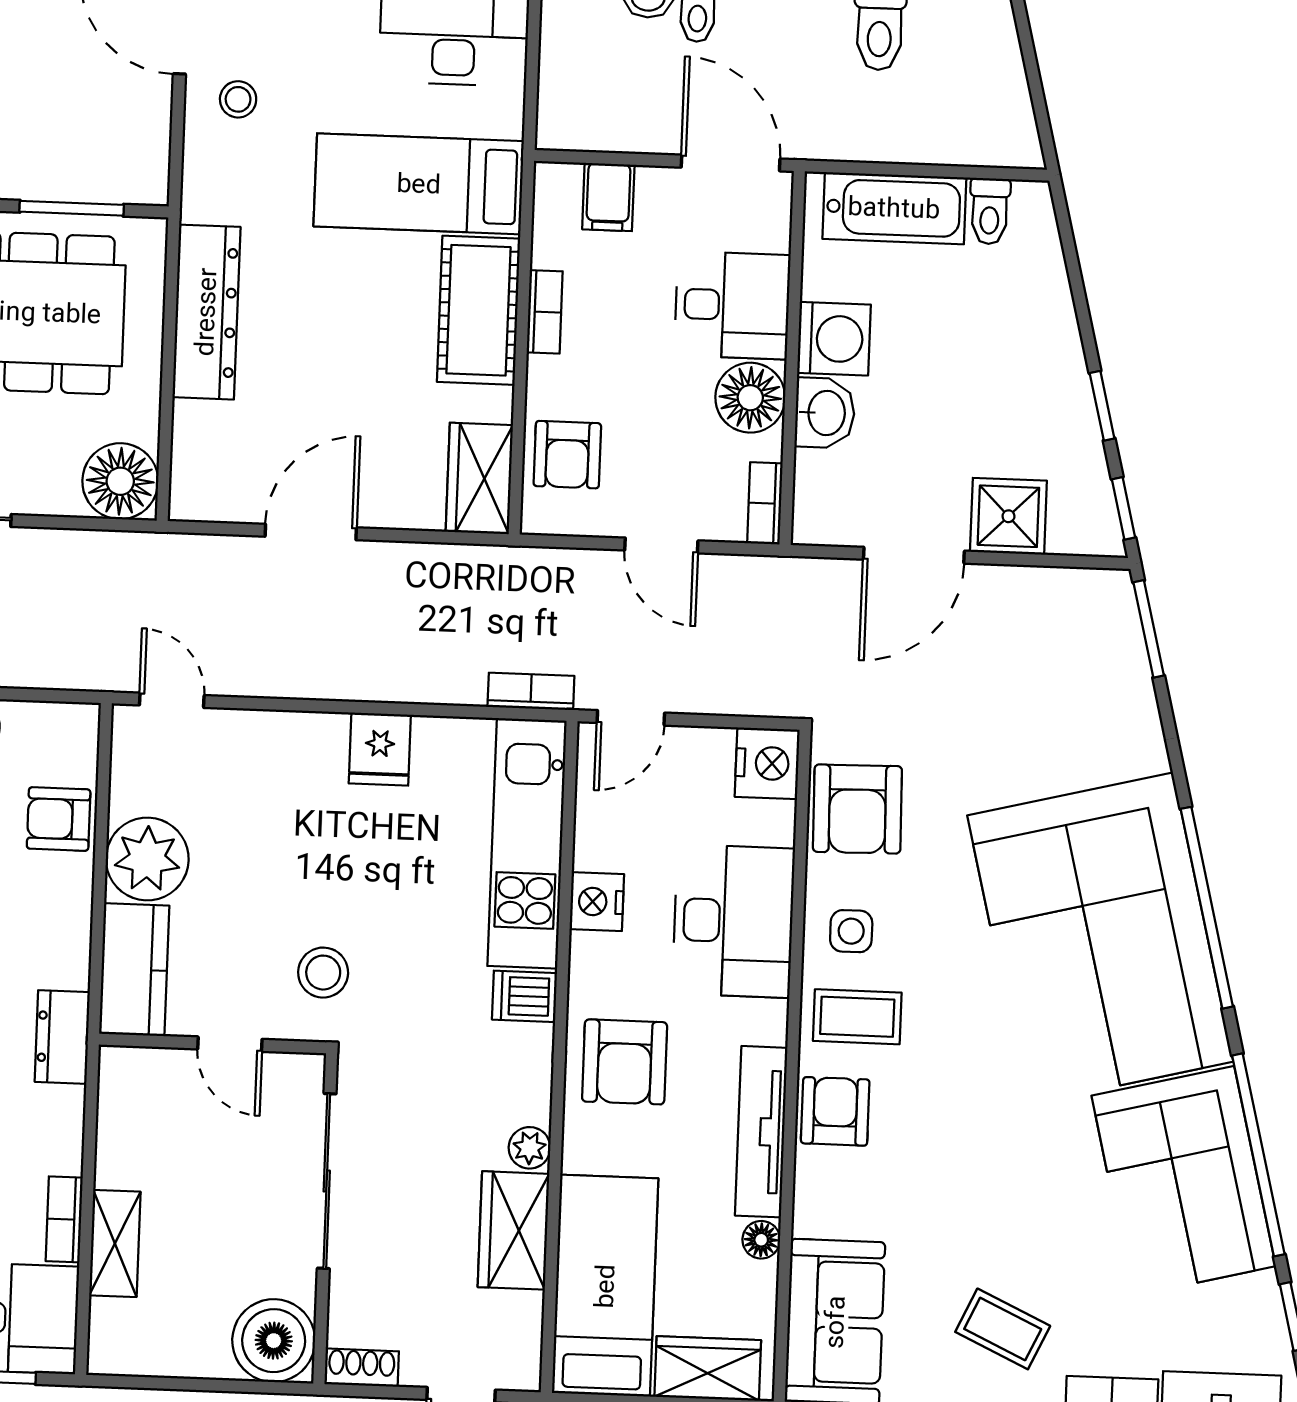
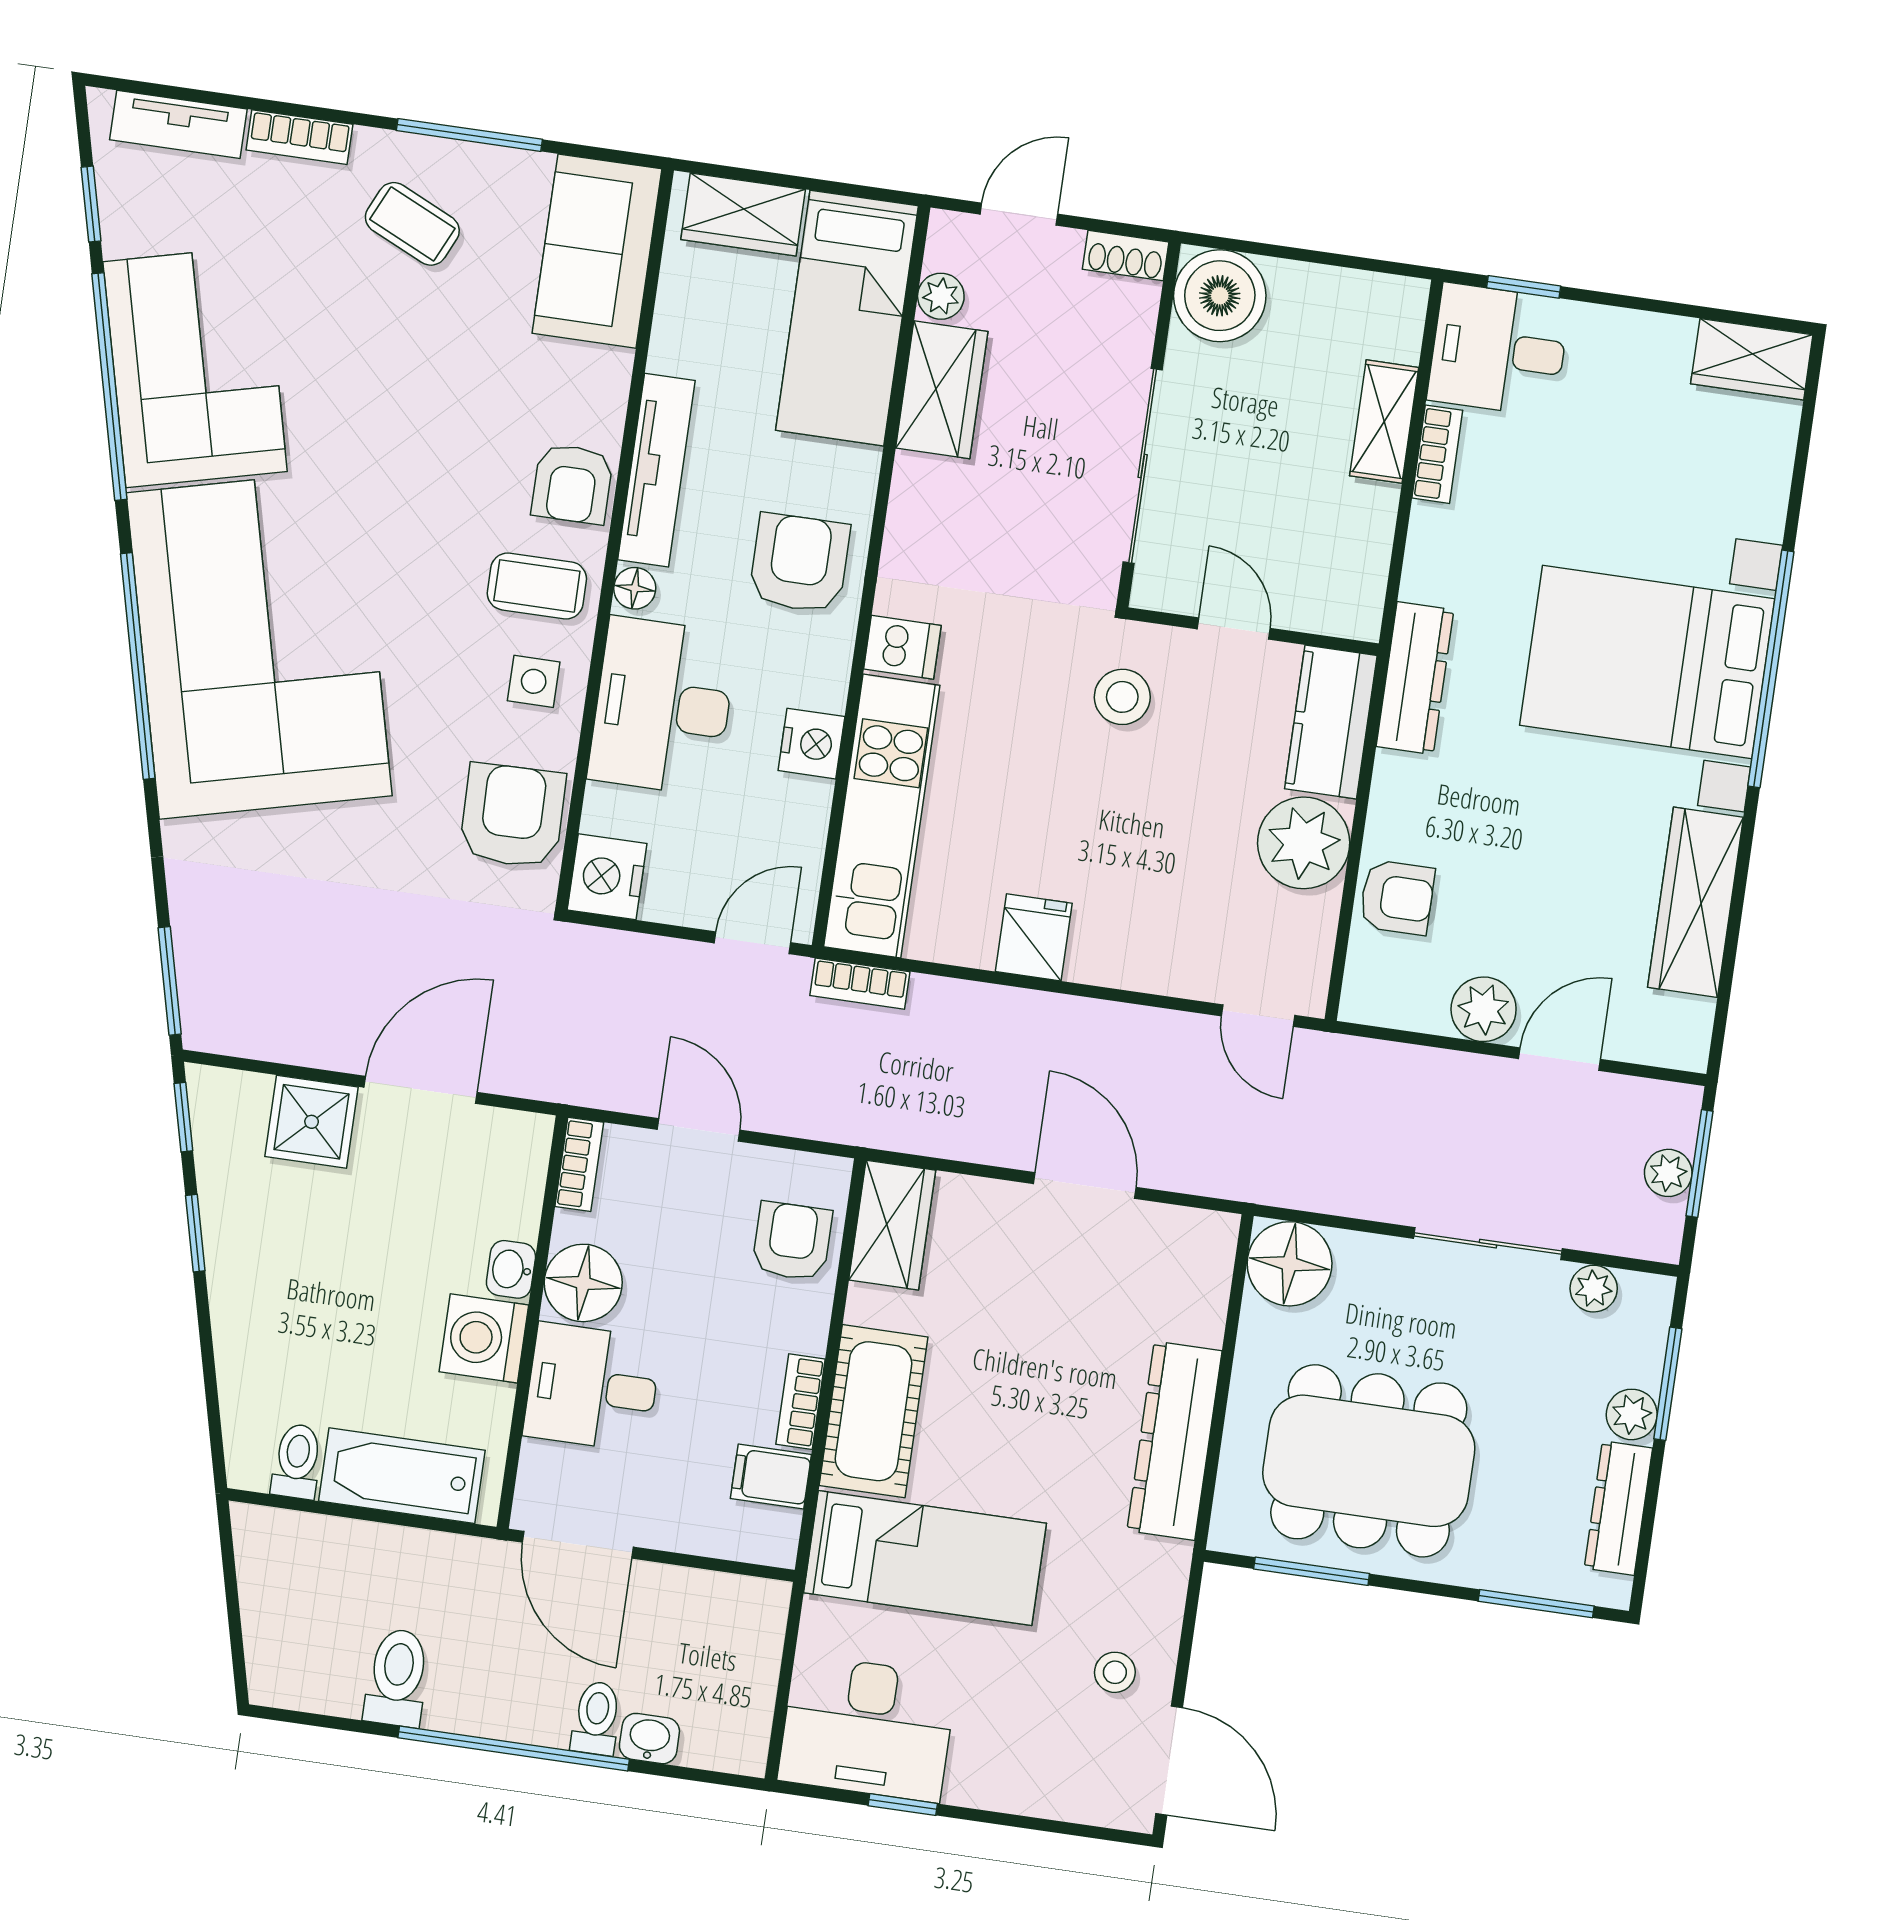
filing cabinet: (608, 197) -> (771, 1477), moved, turned -90
washbasin: (825, 413) -> (511, 1269), width x0.72, depth x0.69
door: (311, 532) -> (1085, 1185), swing flipped
dresser: (62, 1037) -> (1415, 678), width x1.44
plant: (530, 1148) -> (941, 296), moved
floor lamp: (761, 1240) -> (635, 588), moved

